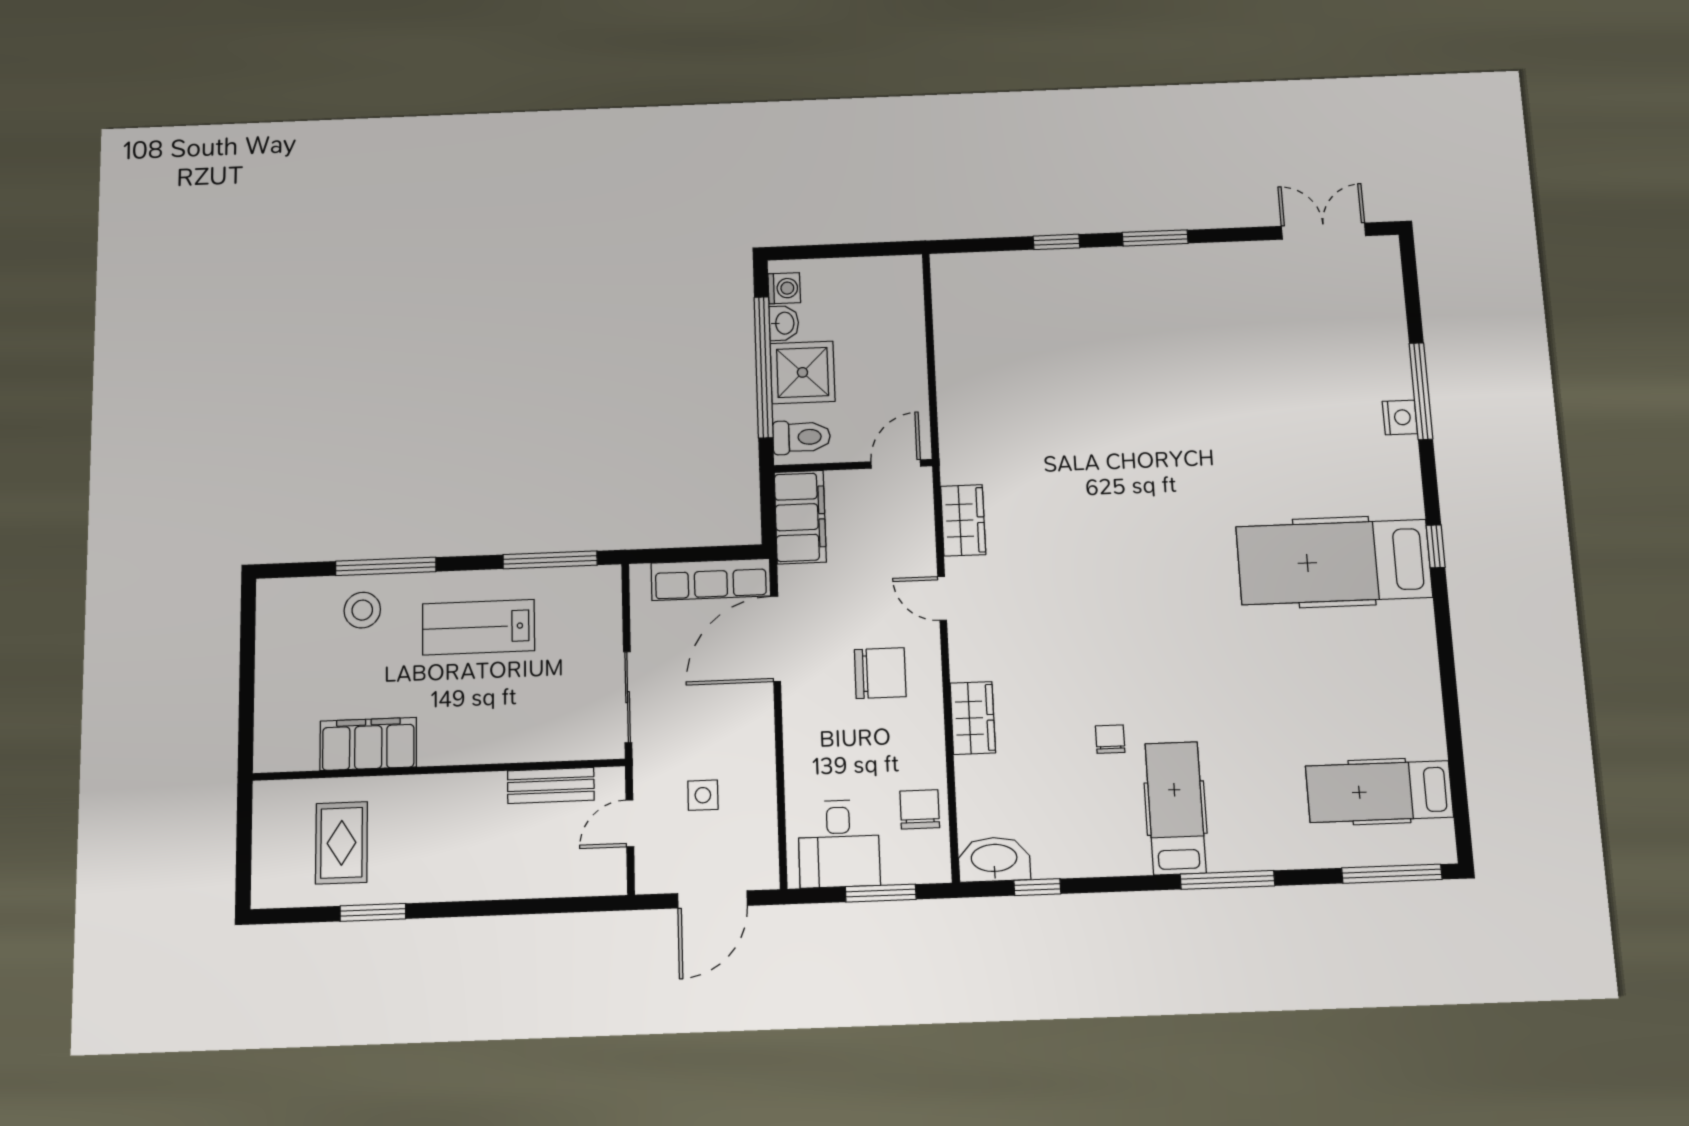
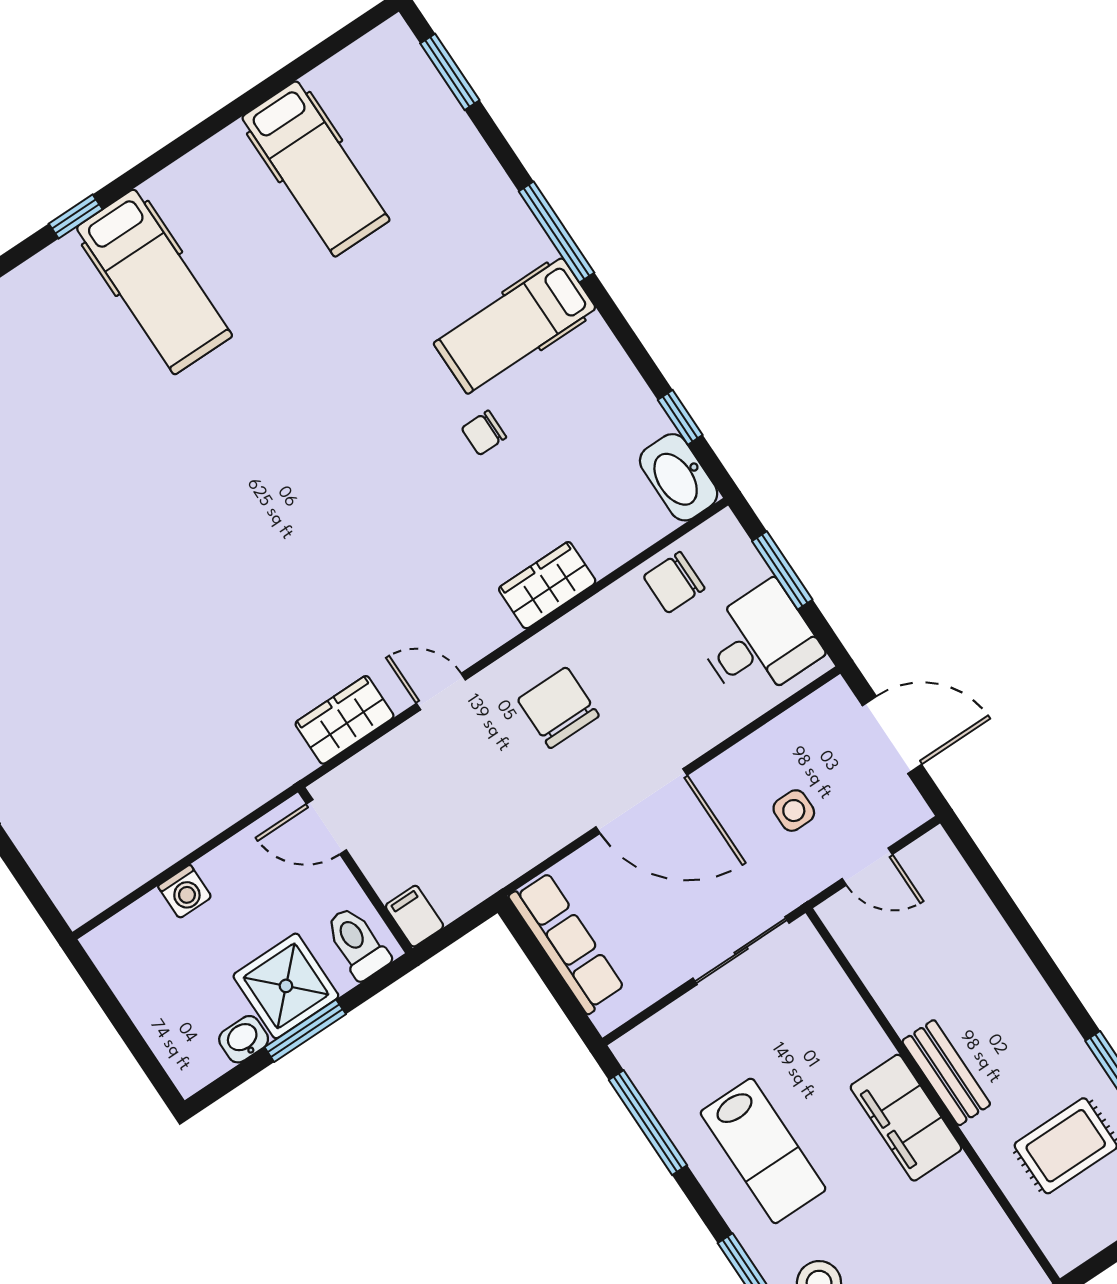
washing machine: (784, 288) -> (185, 892), moved, turned 180
window: (764, 367) -> (305, 1031), width x0.47
filing cabinet: (800, 517) -> (414, 916), width x0.33, depth x0.86
hospital bed: (1334, 562) -> (154, 282), width x0.73, depth x0.78
door: (942, 598) -> (441, 692), swing flipped
door: (776, 639) -> (642, 801), moved
filing cabinet: (368, 744) -> (906, 1118), moved
bench: (551, 785) -> (946, 1073), moved
hospital bed: (1379, 792) -> (316, 169), moved
window: (1392, 874) -> (450, 72), width x0.69

